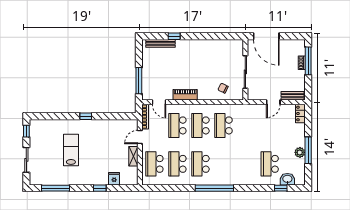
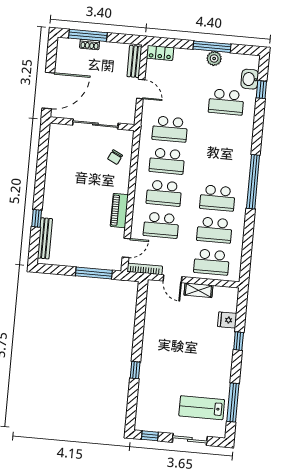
window: (86, 116) -> (135, 370), moved
school desk: (247, 125) -> (170, 129), added
lab bench: (71, 150) -> (202, 408), moved

